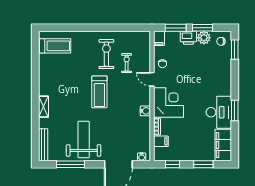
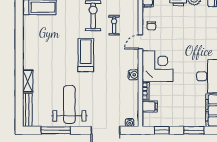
door: (152, 79) -> (140, 42), hinge flipped
treadmill: (99, 92) -> (86, 55), turned 180
shelving: (43, 107) -> (28, 81), moved

